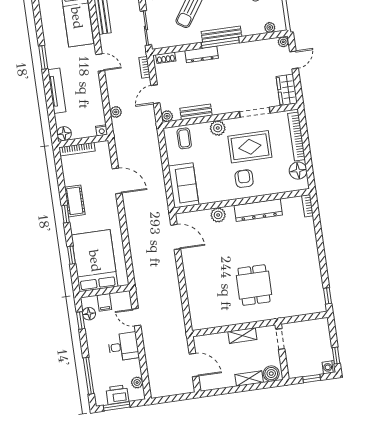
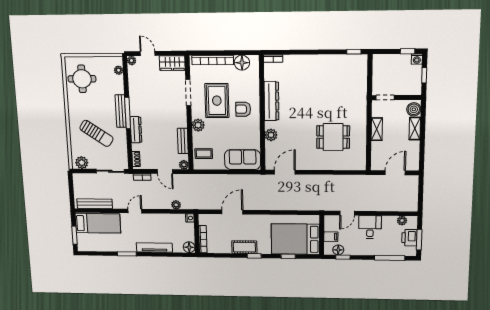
dining table: (254, 285) -> (333, 137), moved

